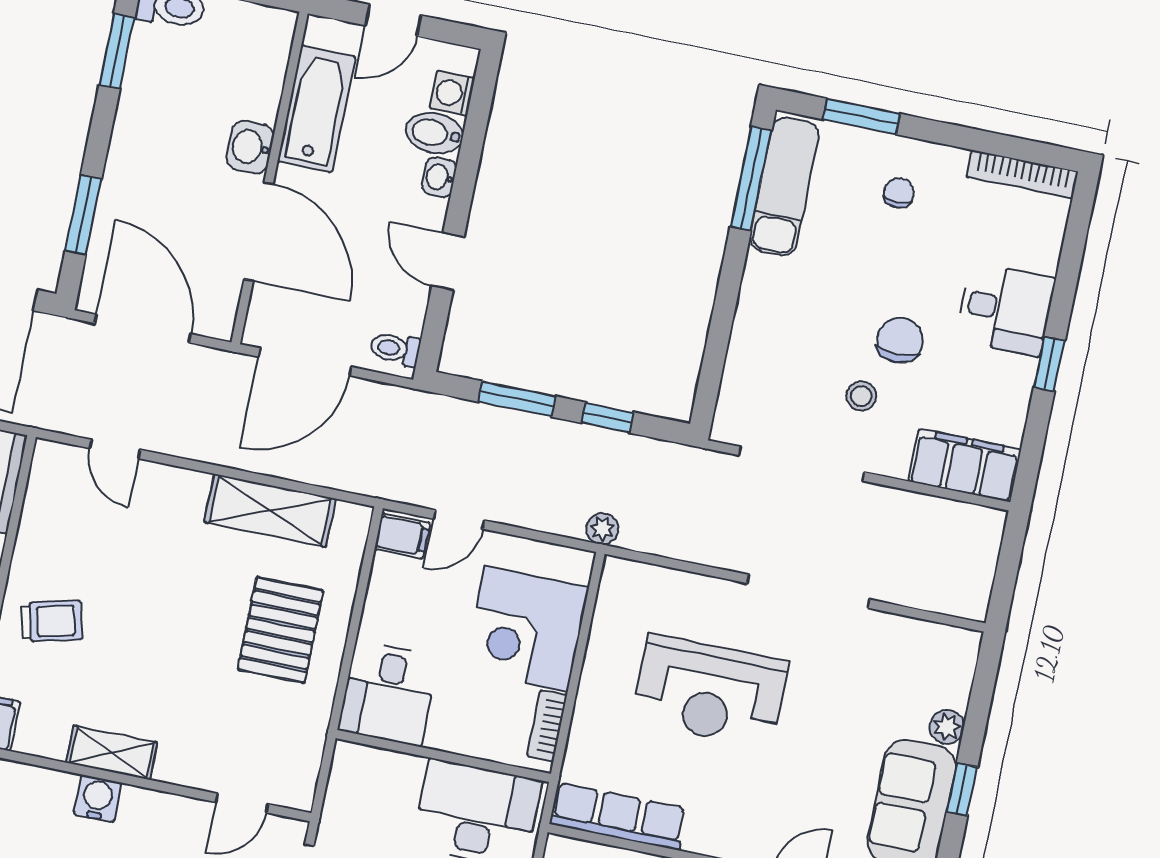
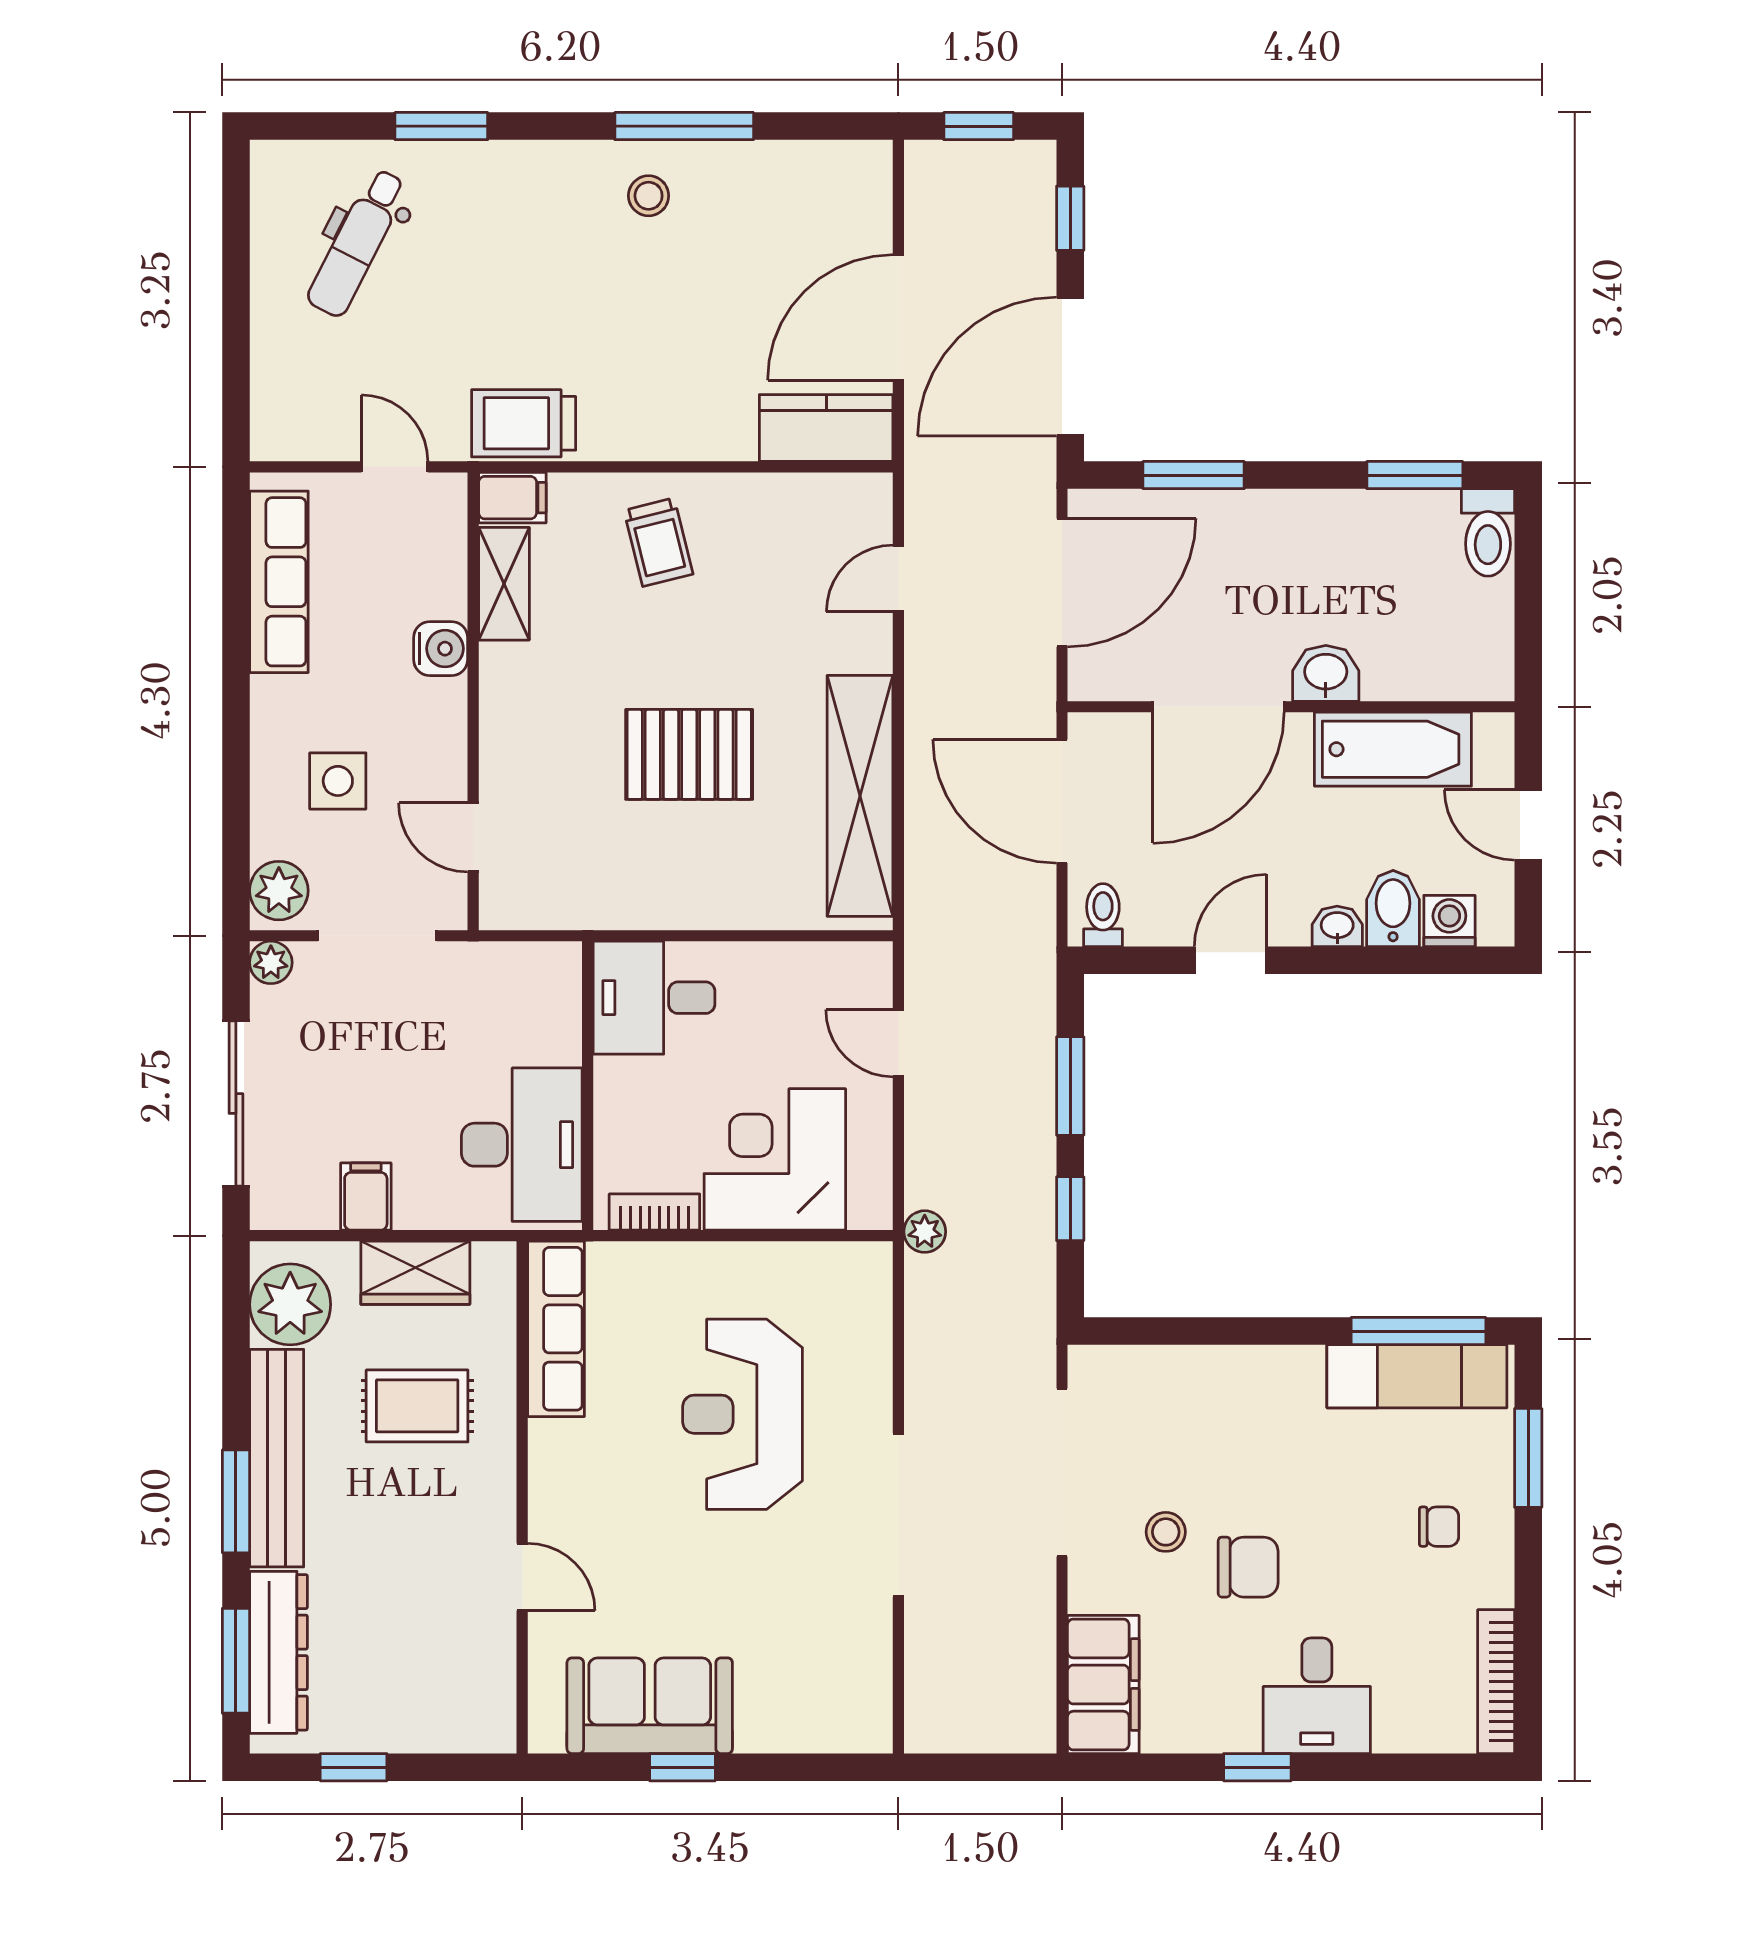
shelving: (270, 510) -> (860, 796), width x1.47
filing cabinet: (402, 536) -> (862, 974), removed
pallet: (280, 630) -> (689, 754), moved
plant: (947, 727) -> (759, 1731), removed
shelving: (112, 753) -> (504, 584), moved

